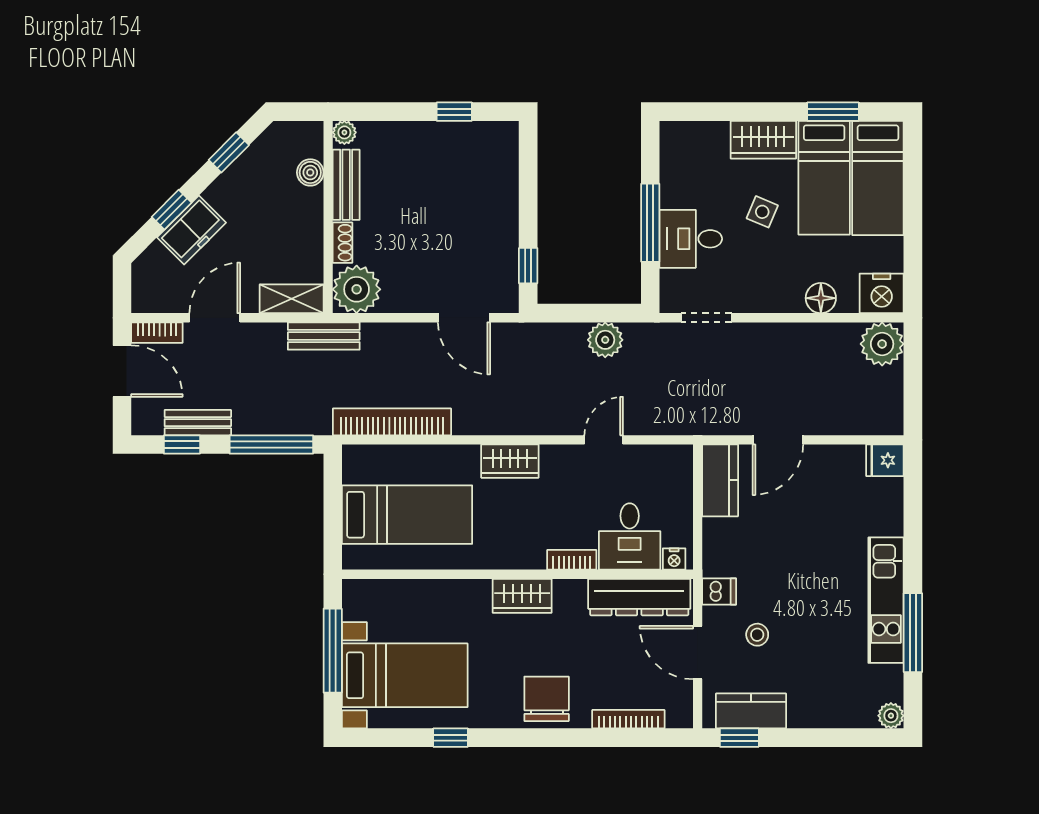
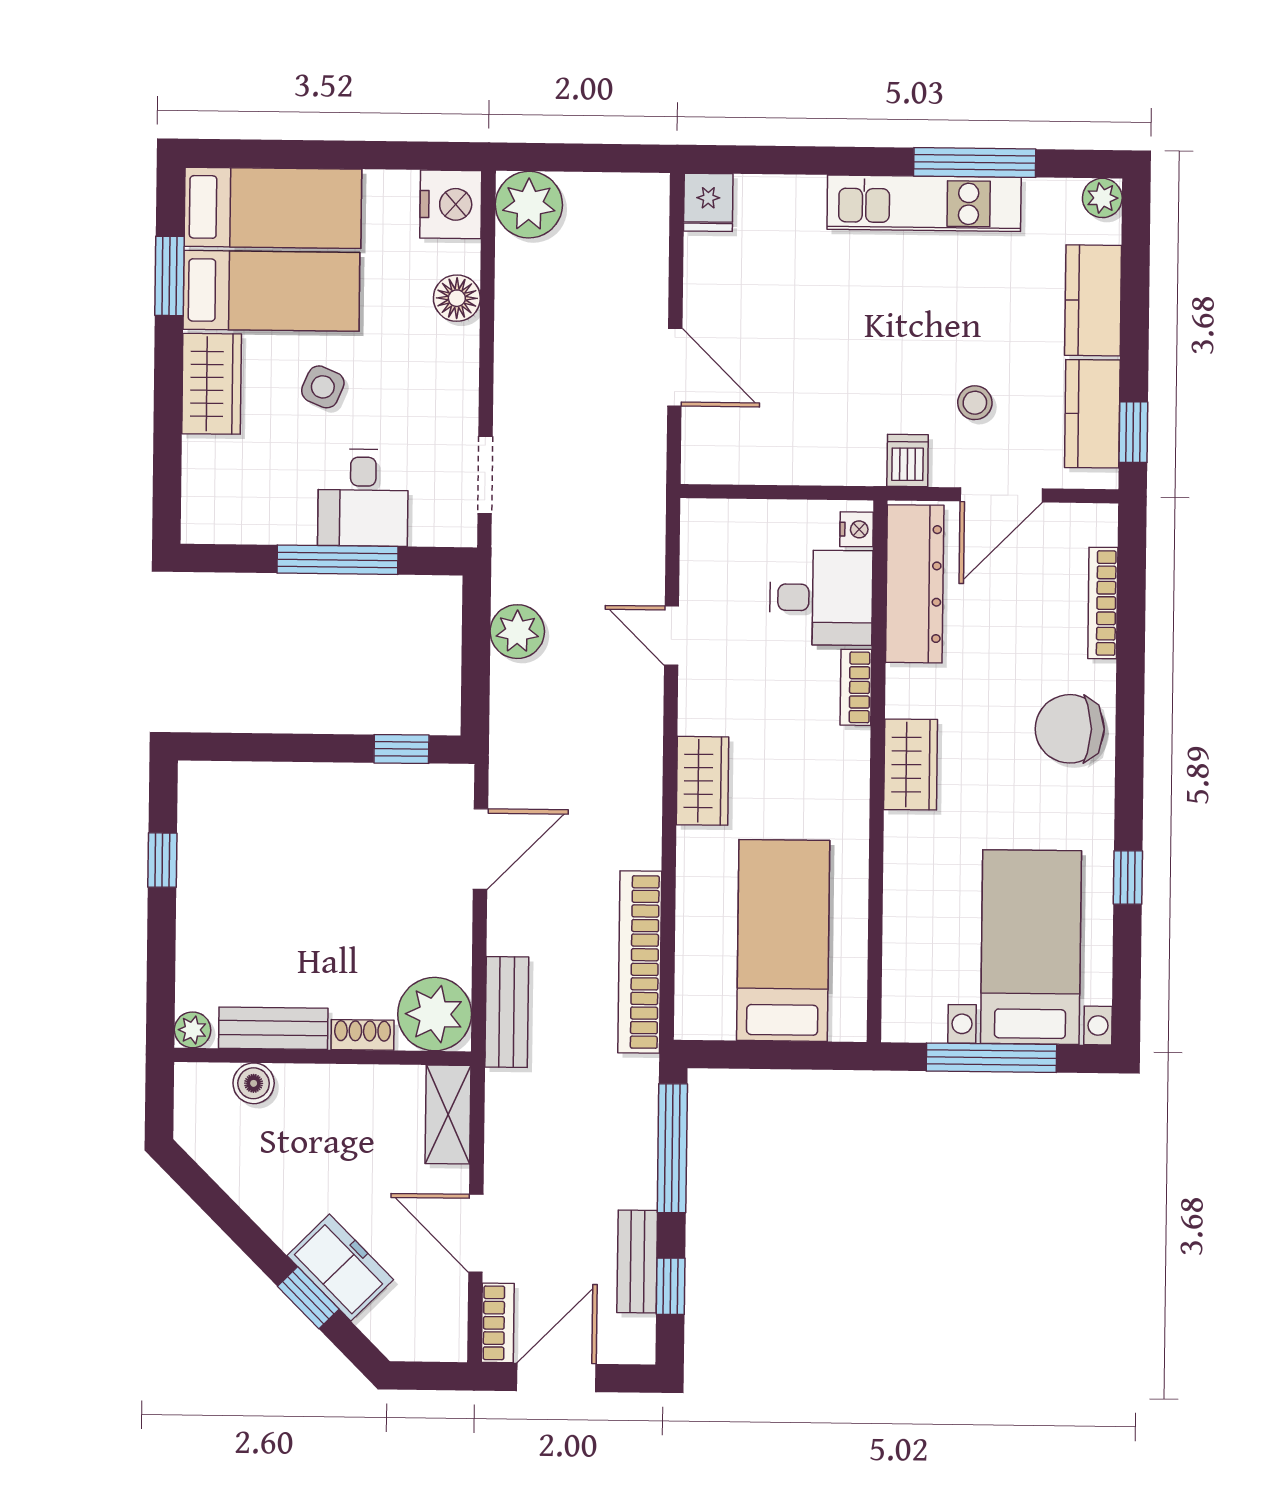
window: (229, 152) -> (221, 1209), removed
bench: (324, 336) -> (507, 1012), moved
kitchen counter: (720, 480) -> (1093, 300), moved, turned -90

